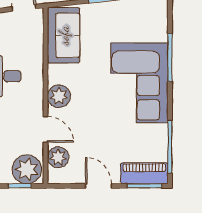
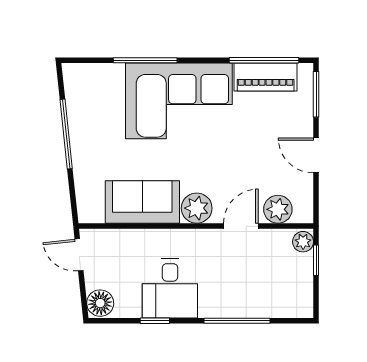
sofa: (64, 35) -> (142, 202), moved
plant: (27, 169) -> (303, 242), width x0.53, depth x0.53
piano: (144, 173) -> (266, 77), moved, turned -90
door: (98, 186) -> (316, 155), hinge flipped

